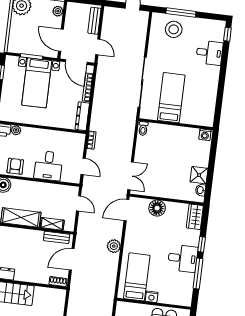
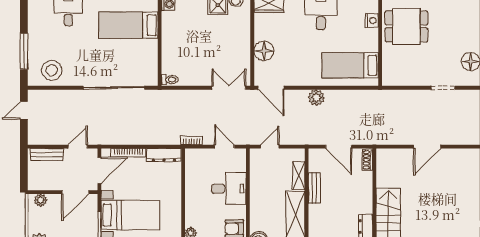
stool: (174, 29) -> (52, 70), moved
bed: (171, 98) -> (128, 25), moved
door: (83, 166) -> (224, 147), hinge flipped
bench: (57, 237) -> (314, 188), moved
nightstand: (152, 297) -> (372, 20), moved

